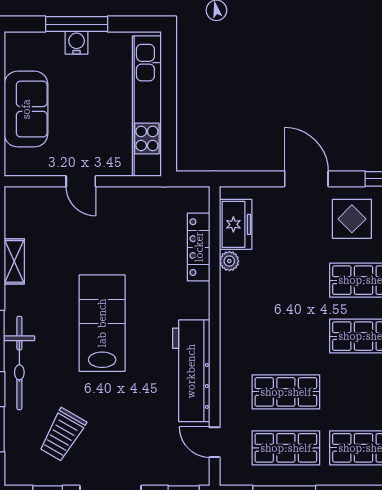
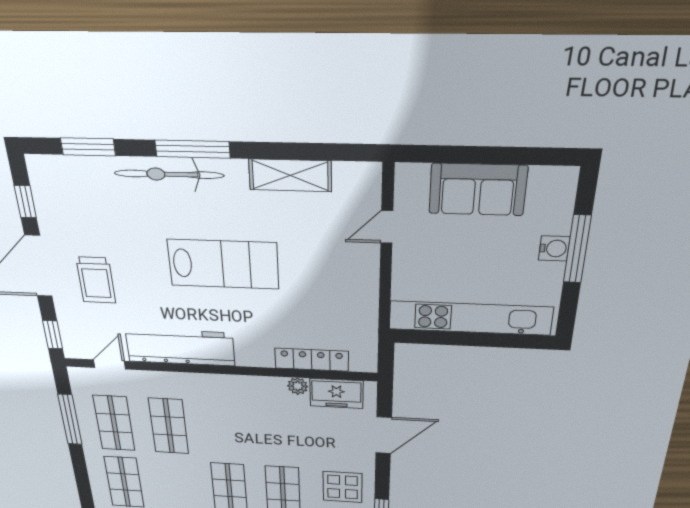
door: (306, 179) -> (384, 435), moved
door: (81, 181) -> (387, 227), moved
shelving: (14, 261) -> (290, 175), width x1.50, depth x1.33
trolley: (62, 435) -> (96, 280), moved, turned -120

